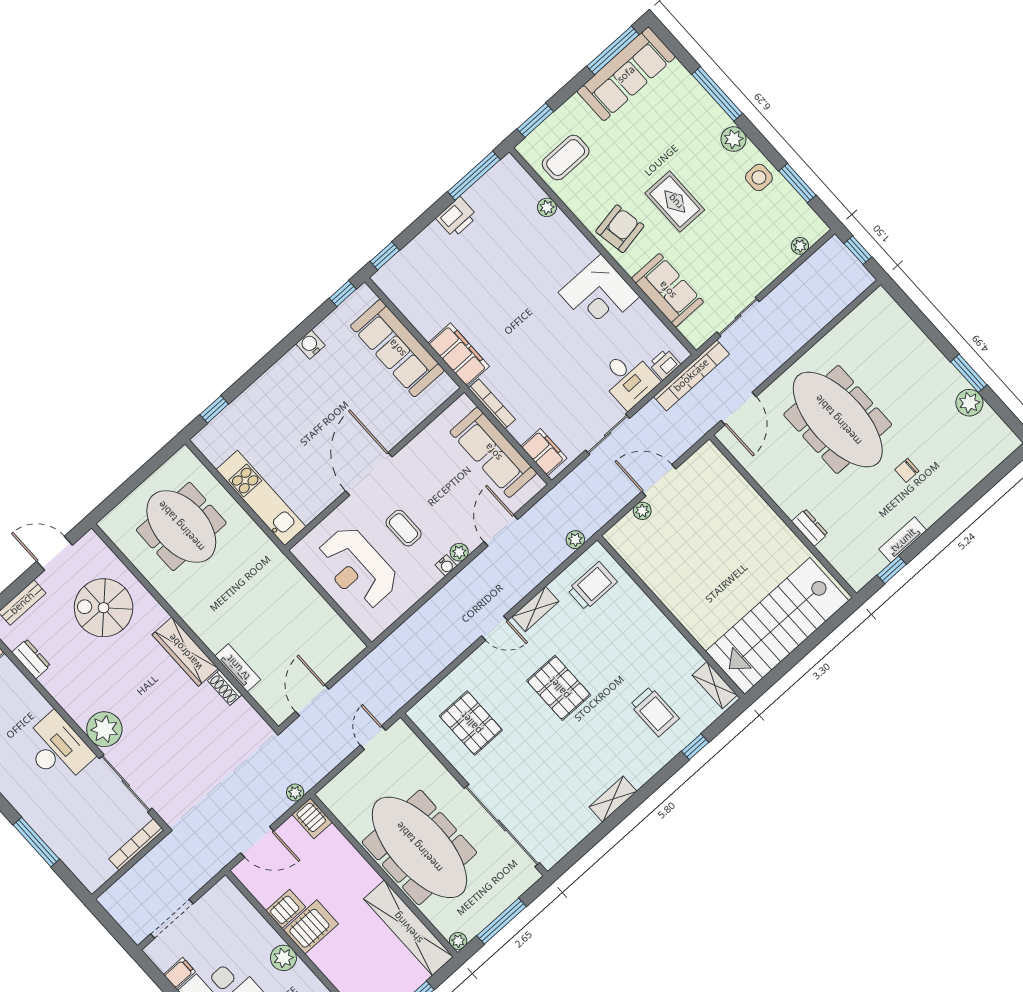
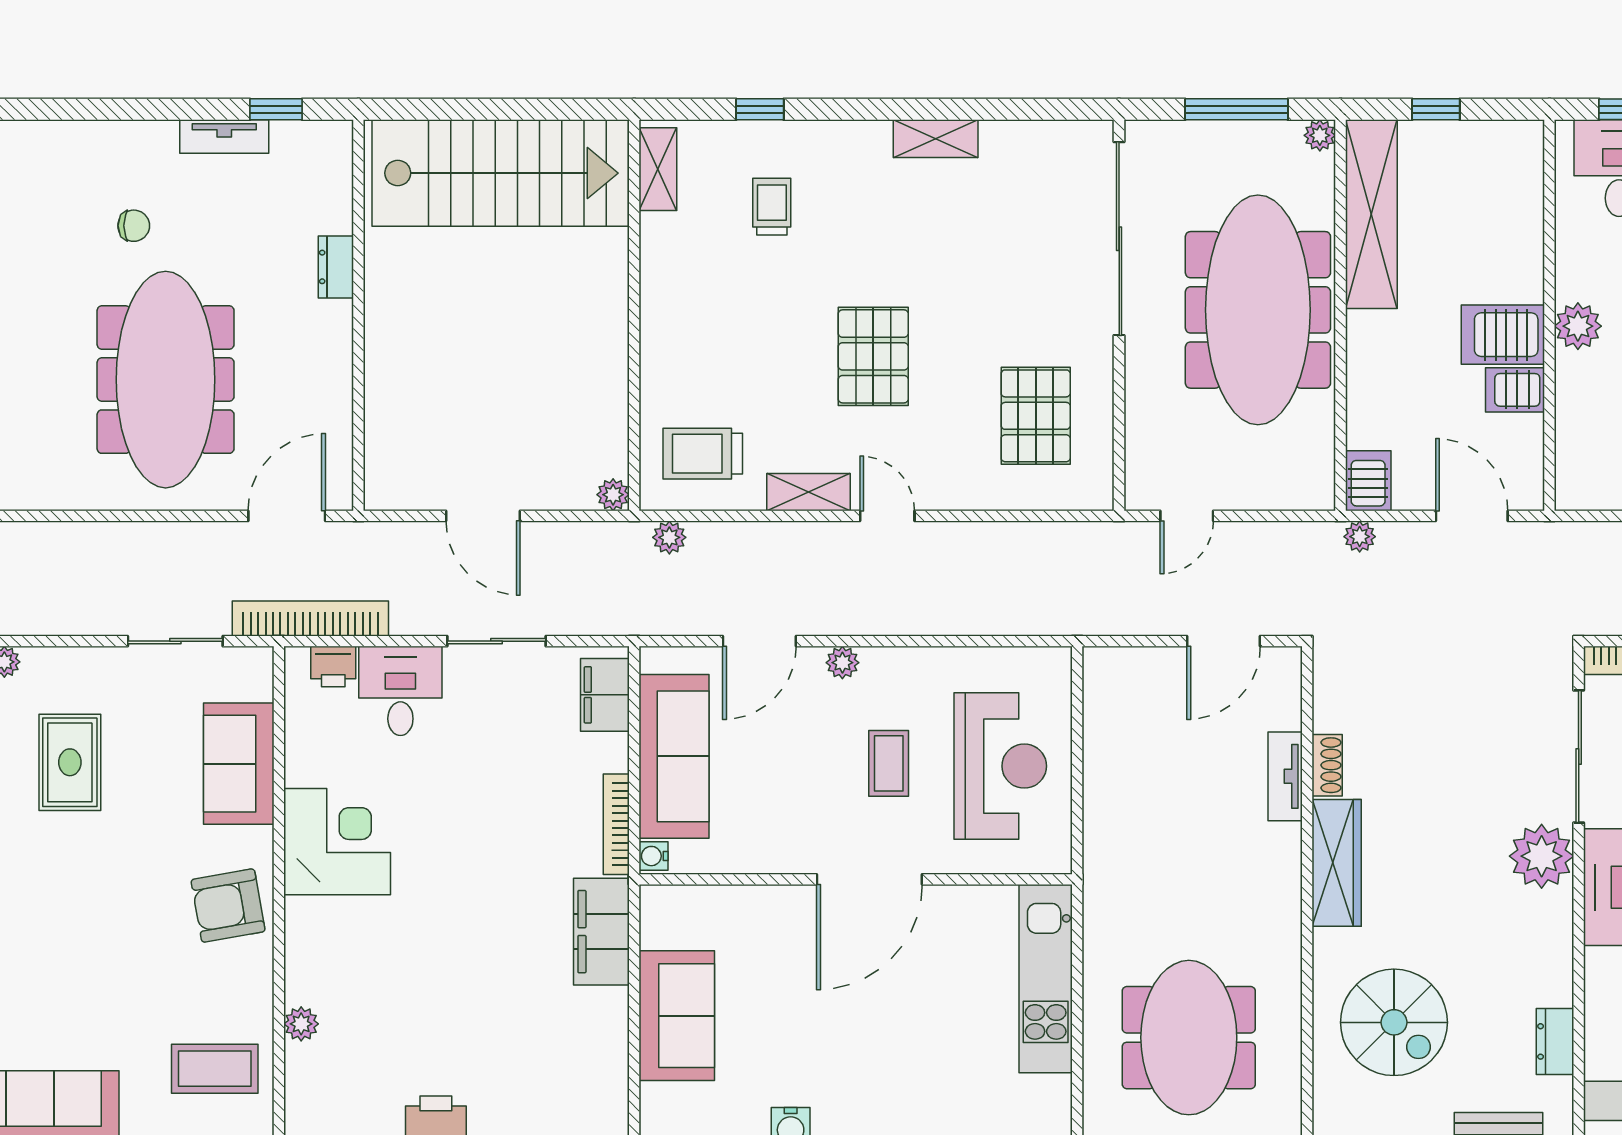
rug: (675, 202) -> (70, 762), moved
sofa: (397, 348) -> (677, 1016), width x0.73
plant: (642, 511) -> (613, 495), moved
water cooler: (446, 565) -> (654, 856), moved, turned -90
trolley: (655, 712) -> (772, 207), width x0.73, depth x0.72

